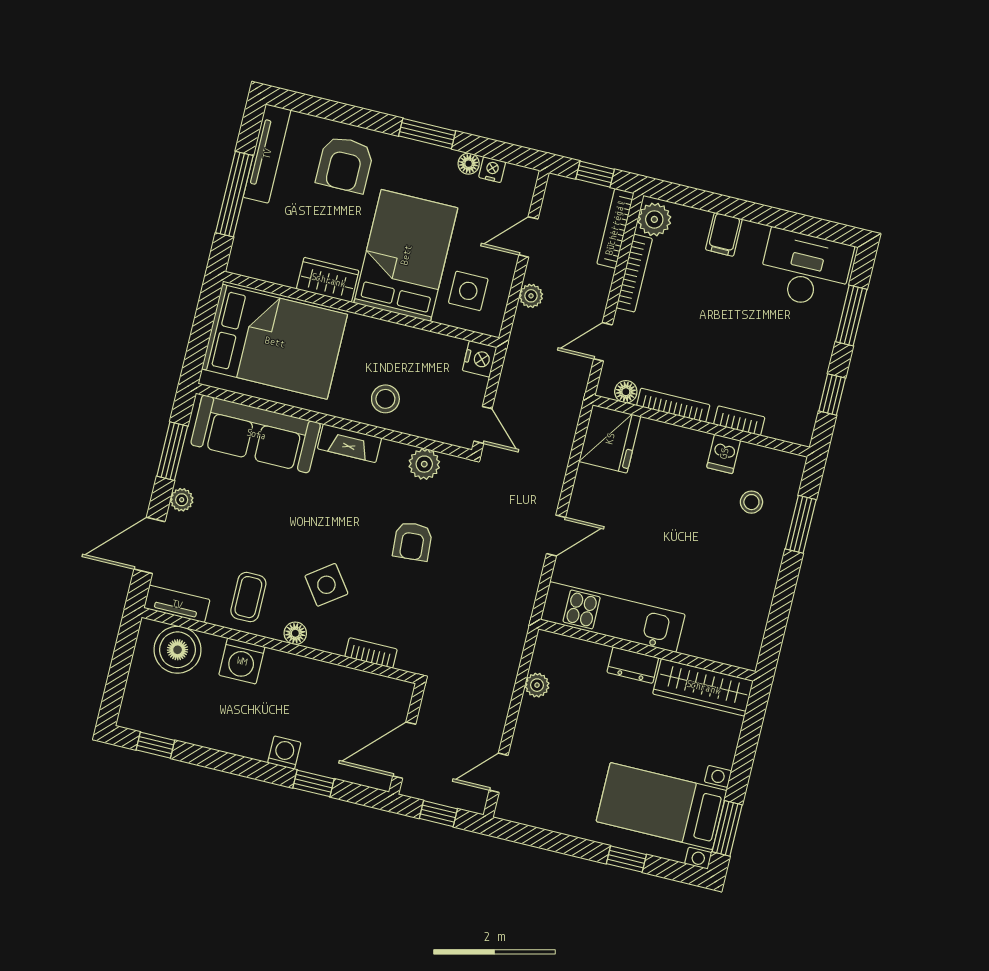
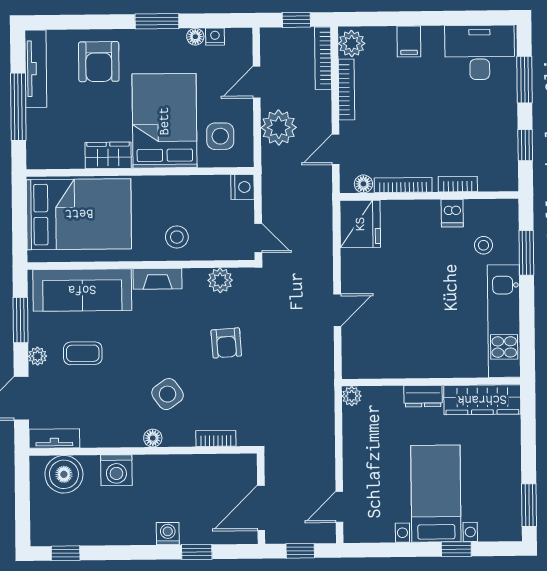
plant: (531, 296) -> (279, 128), width x1.88, depth x1.88
coffee table: (248, 597) -> (83, 353), moved, turned 90
kitchen unit: (613, 617) -> (504, 321), moved, turned -90
plant: (537, 685) -> (352, 396), moved
bed with nightstands: (661, 806) -> (436, 494), moved, turned 90

